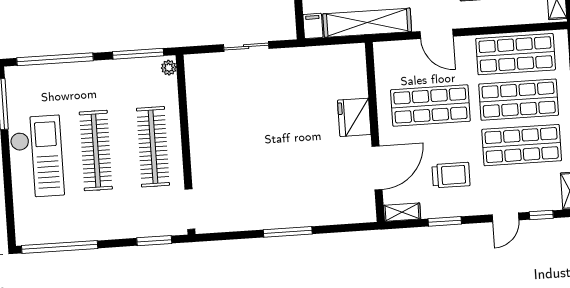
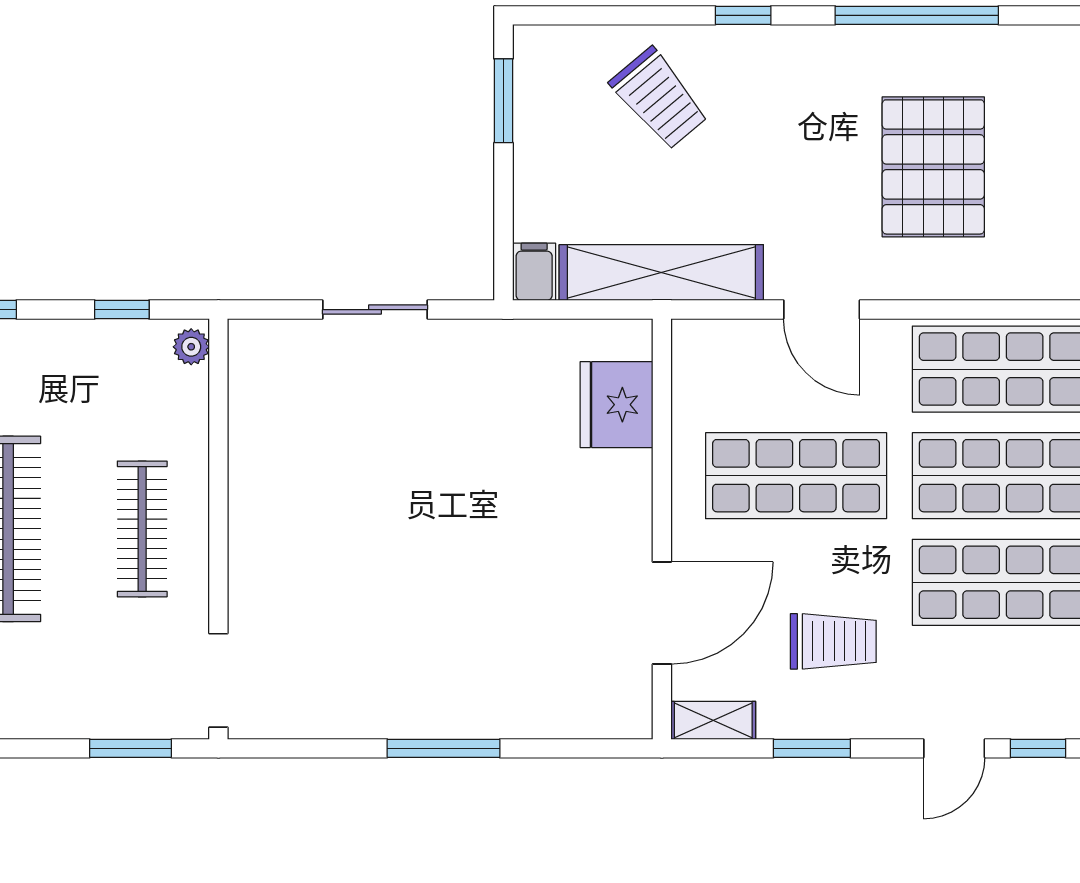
window: (138, 54) -> (122, 310), width x0.46
fridge: (354, 117) -> (616, 405), moved
clothes rail: (153, 147) -> (142, 529), width x0.73, depth x0.76

